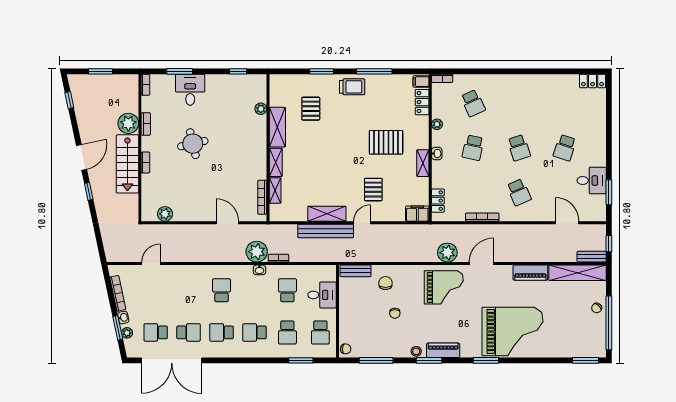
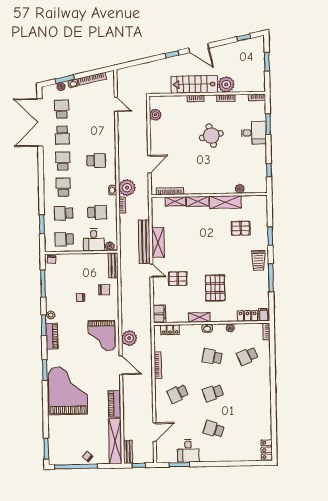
plant: (330, 275) -> (110, 246), added
grand piano: (513, 331) -> (68, 391), turned 180

